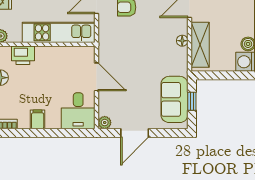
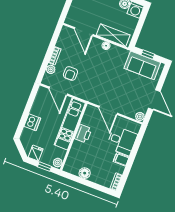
printer: (23, 55) -> (83, 134), moved
door: (97, 77) -> (108, 110), swing flipped
desk: (78, 111) -> (122, 141), moved

